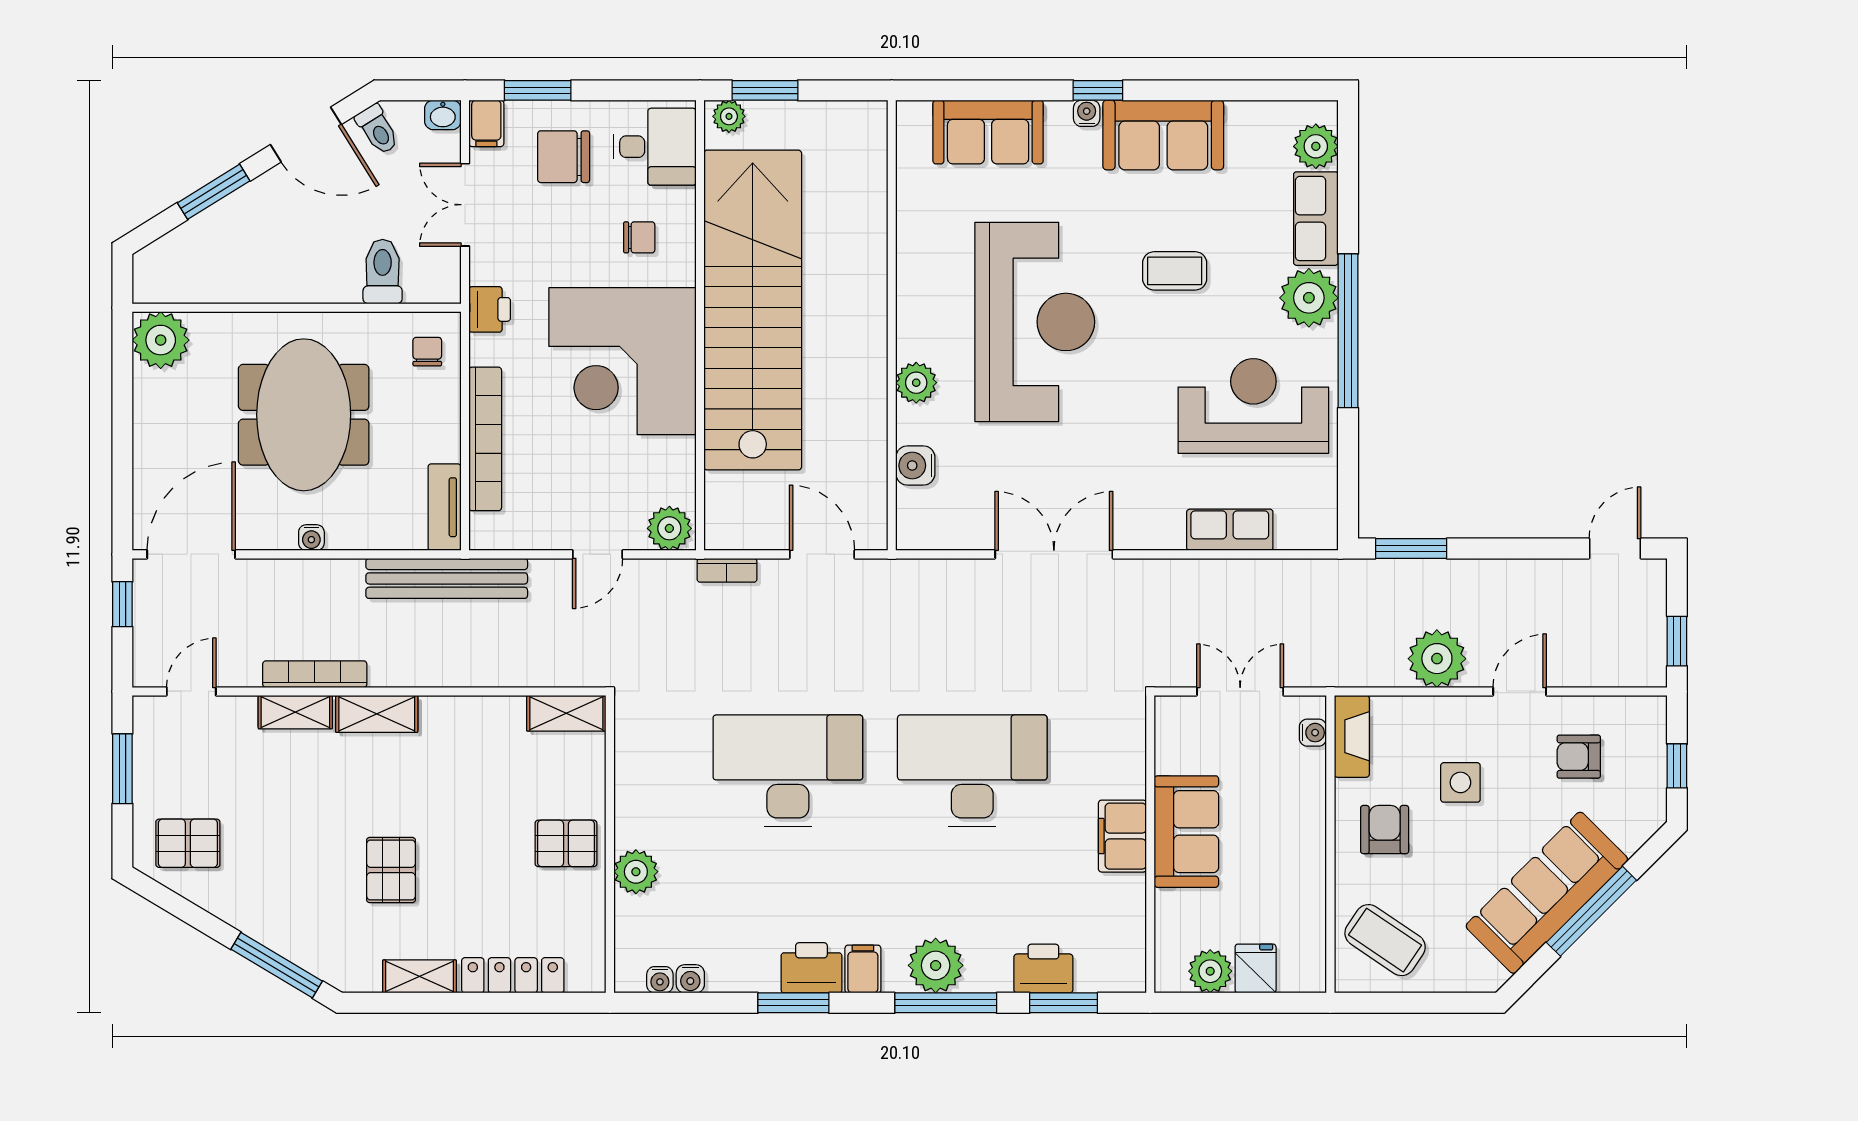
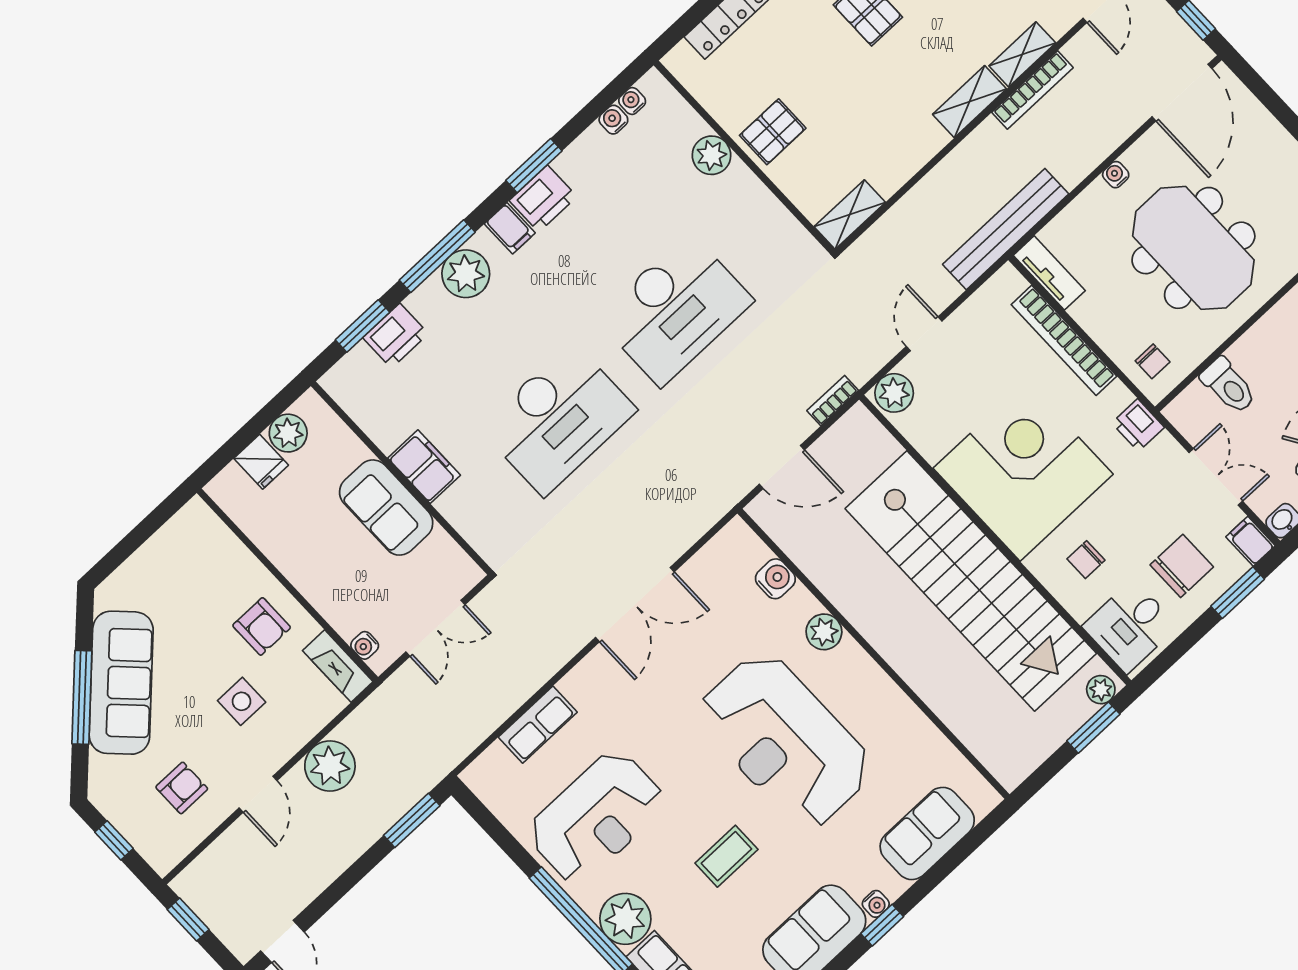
coffee table: (1385, 940) -> (196, 557), removed

